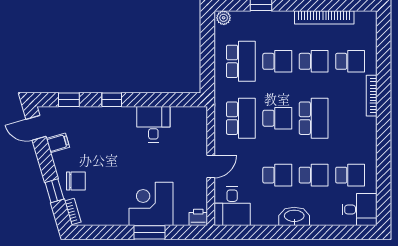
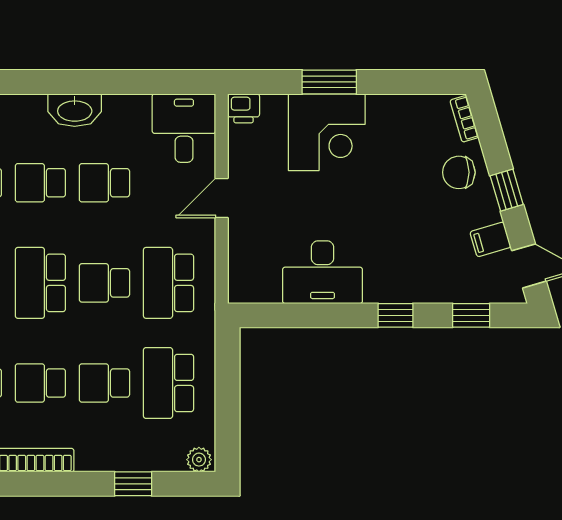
desk: (153, 124) -> (323, 272), width x1.37
window: (54, 191) -> (507, 190), moved

